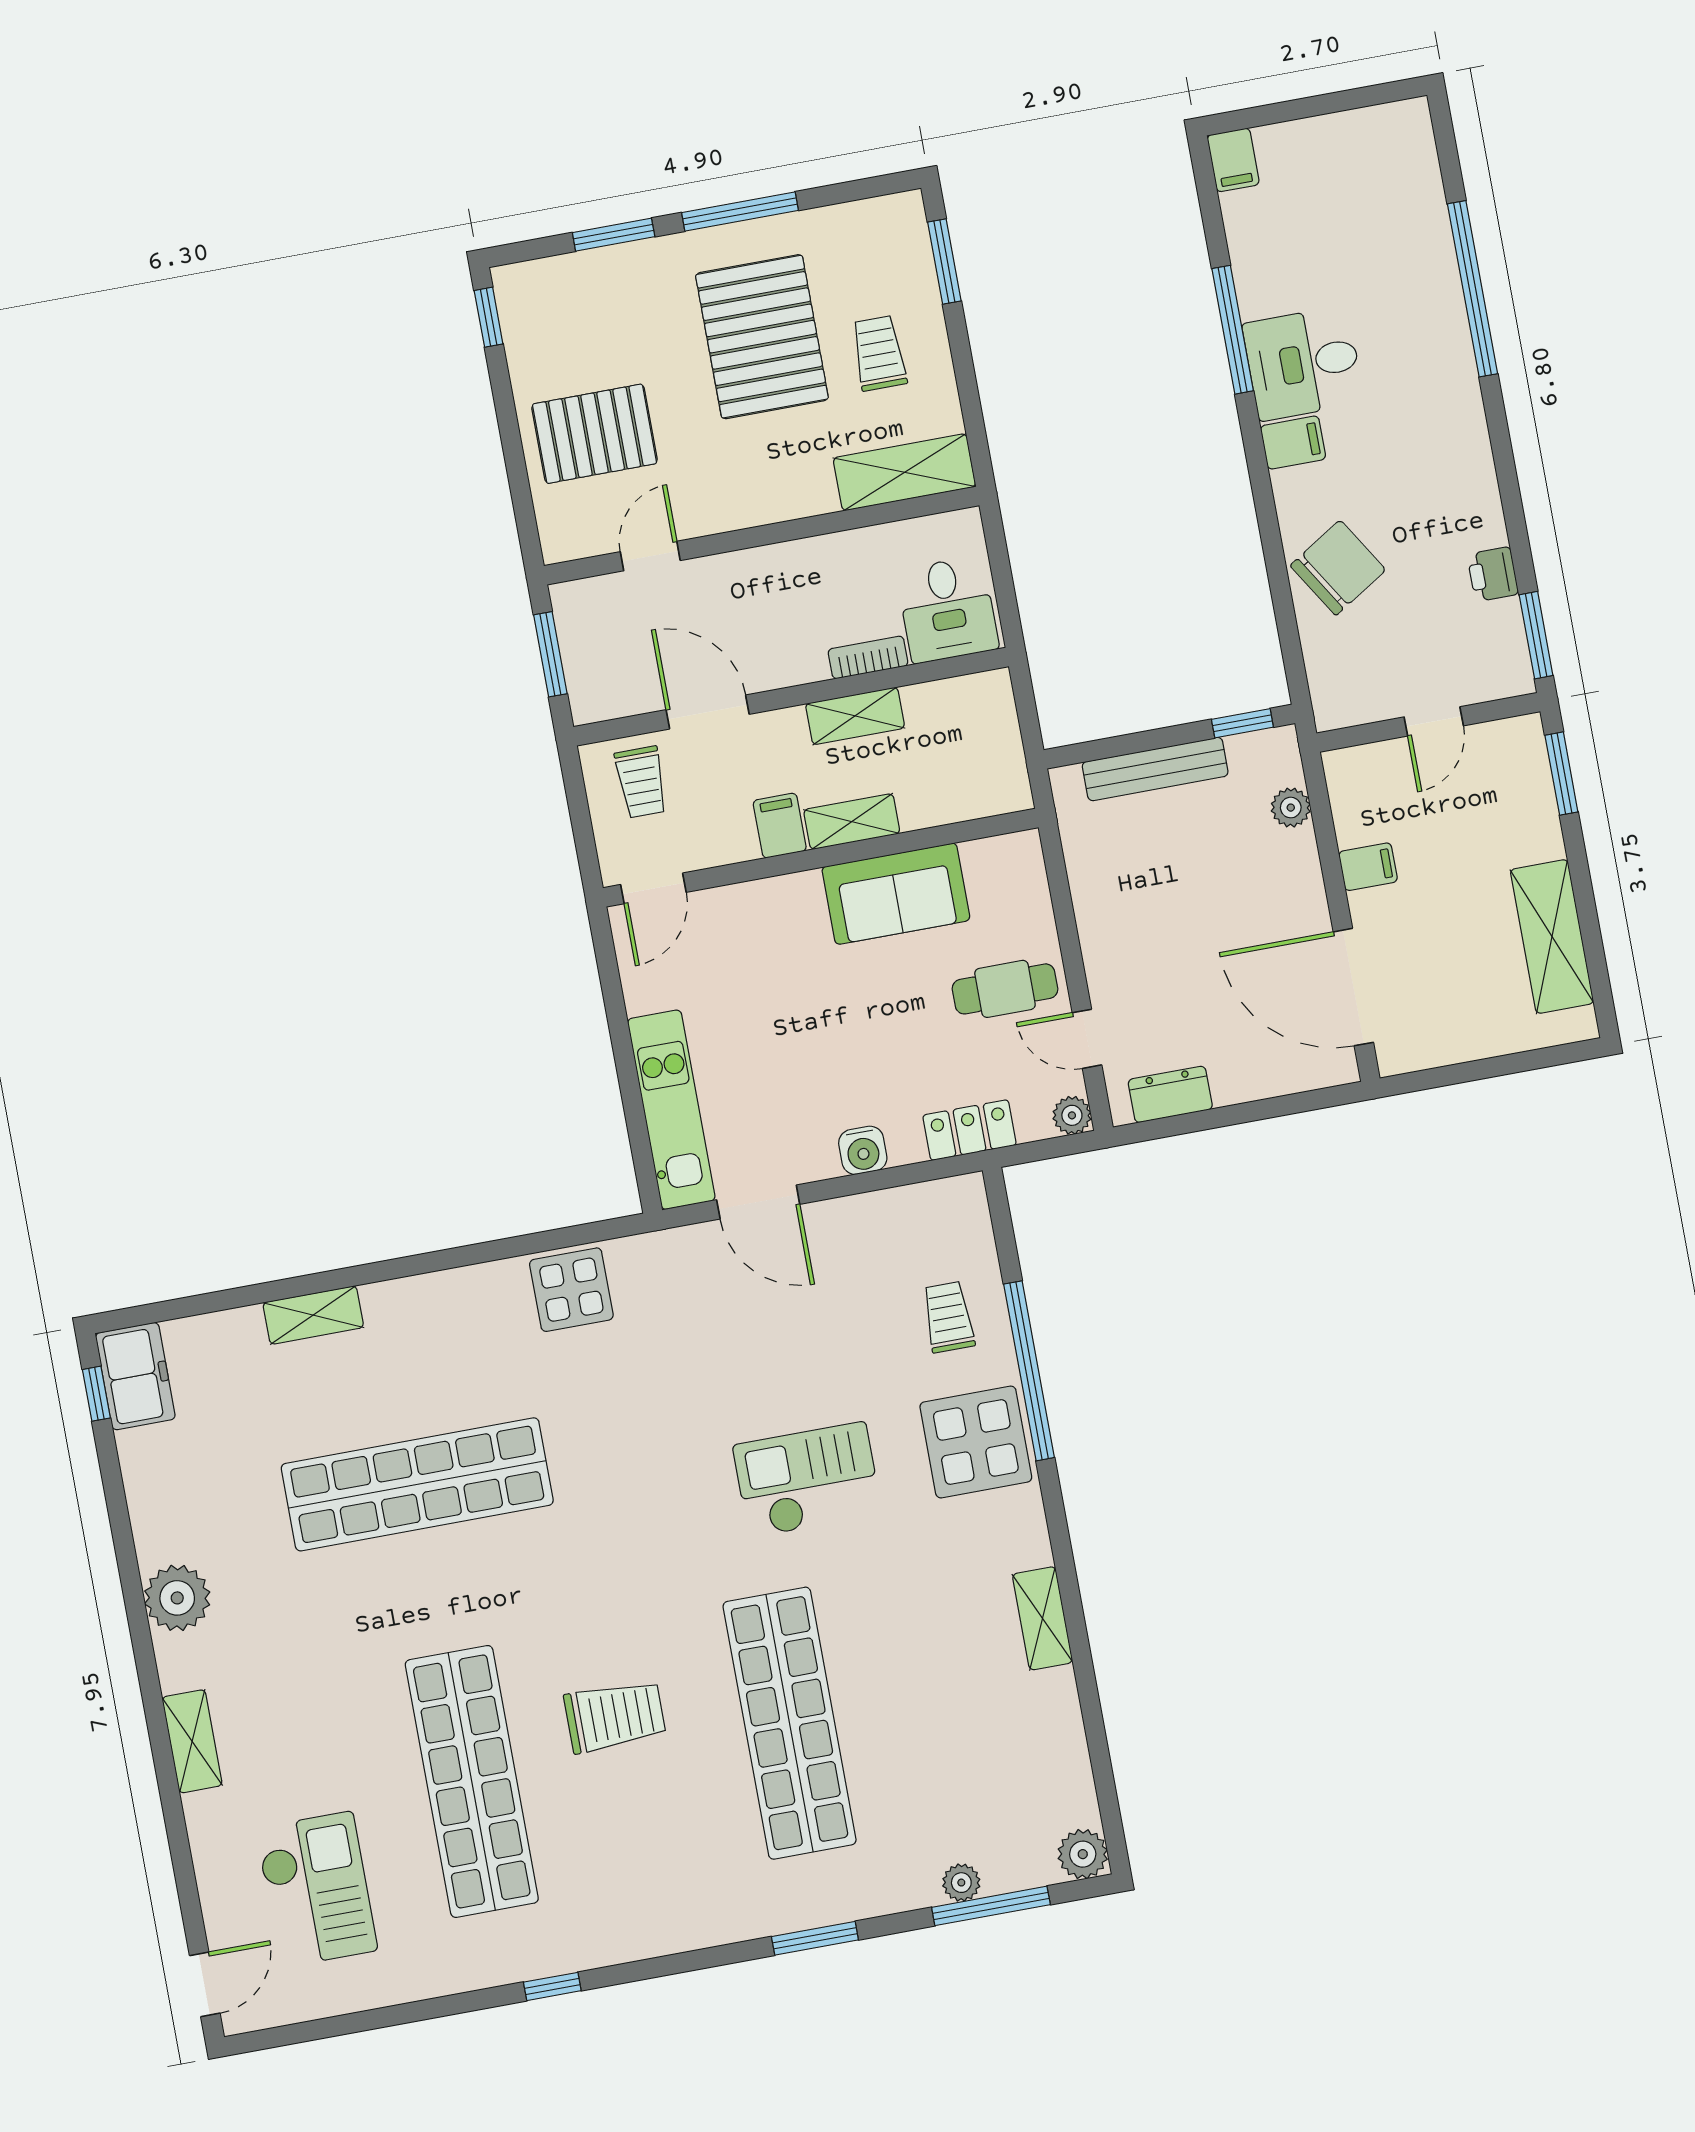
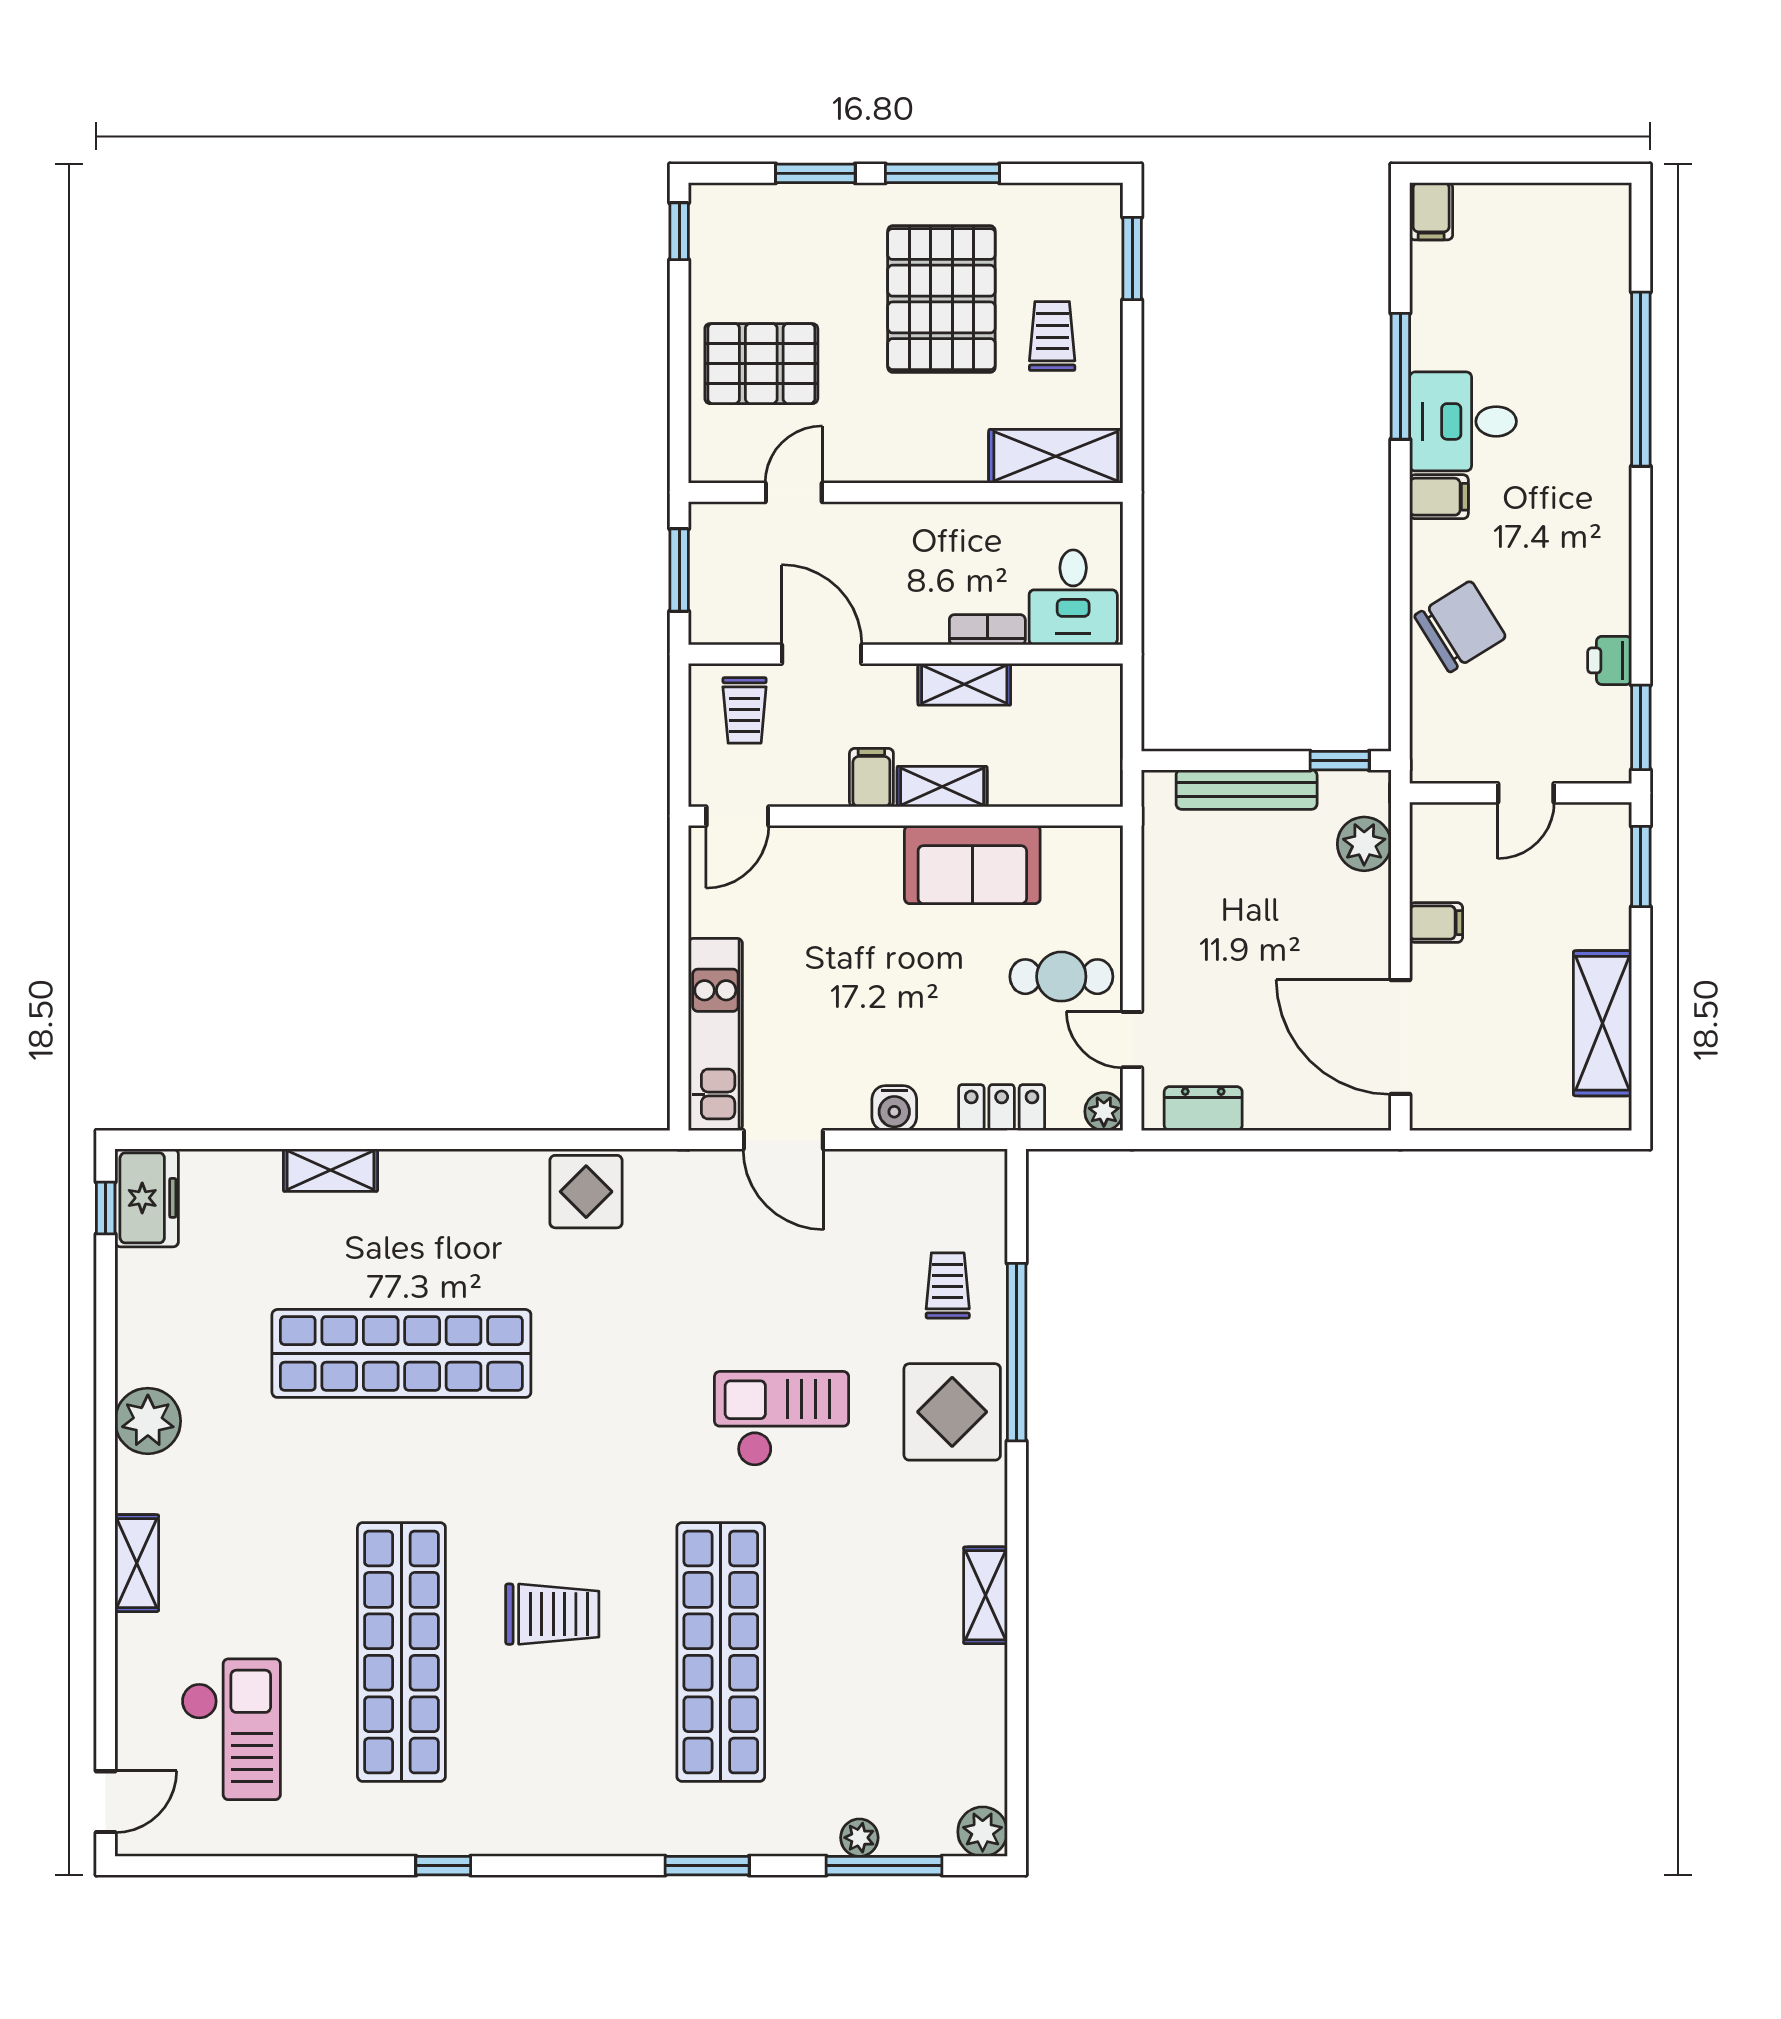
plant: (1291, 808) -> (1364, 844), width x1.38, depth x1.38

